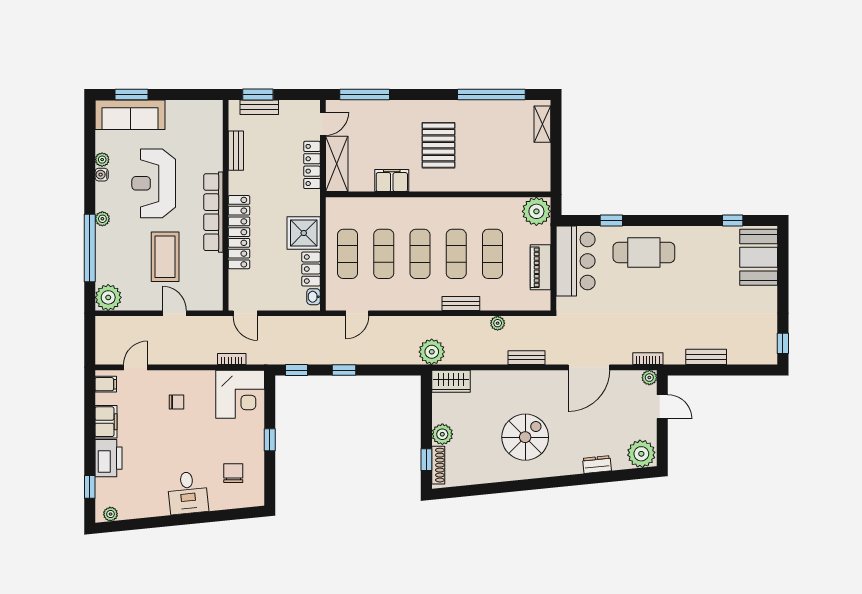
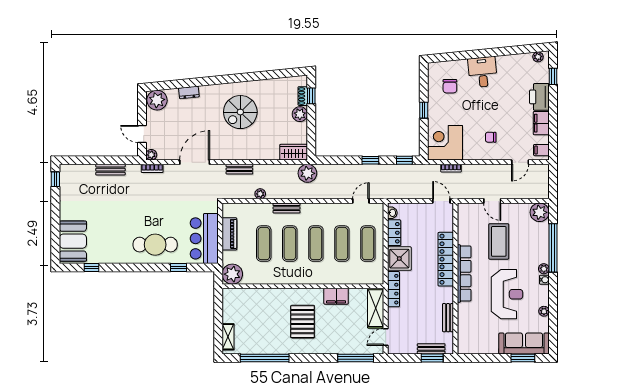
locker: (312, 165) -> (393, 289), moved
water cooler: (102, 175) -> (544, 280), moved
shoe rack: (438, 465) -> (303, 96), width x0.70

